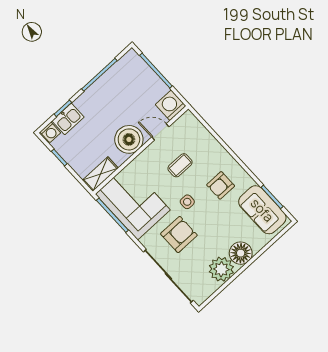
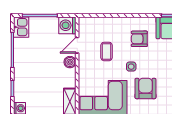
kitchen sink: (68, 119) -> (21, 27), moved
boiler: (129, 139) -> (70, 62), width x0.54, depth x0.54
armchair: (221, 185) -> (139, 39), turned 90

